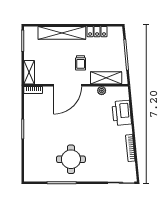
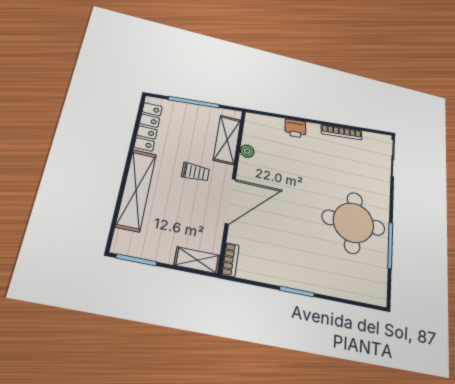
locker: (97, 32) -> (148, 127), width x1.53
door: (68, 85) -> (230, 201), hinge flipped
printer: (122, 113) -> (295, 128), width x0.53, depth x0.68
round table: (71, 159) -> (353, 223), width x1.36, depth x1.36

